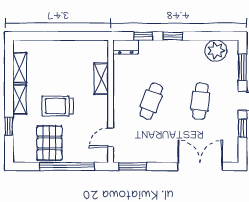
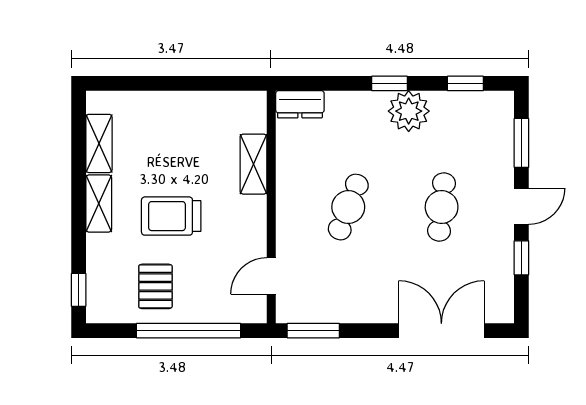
window: (143, 36) -> (465, 83), moved
plant: (216, 51) -> (409, 111), moved
window: (9, 126) -> (79, 290), moved
pallet: (49, 143) -> (155, 286), width x0.67, depth x0.71

